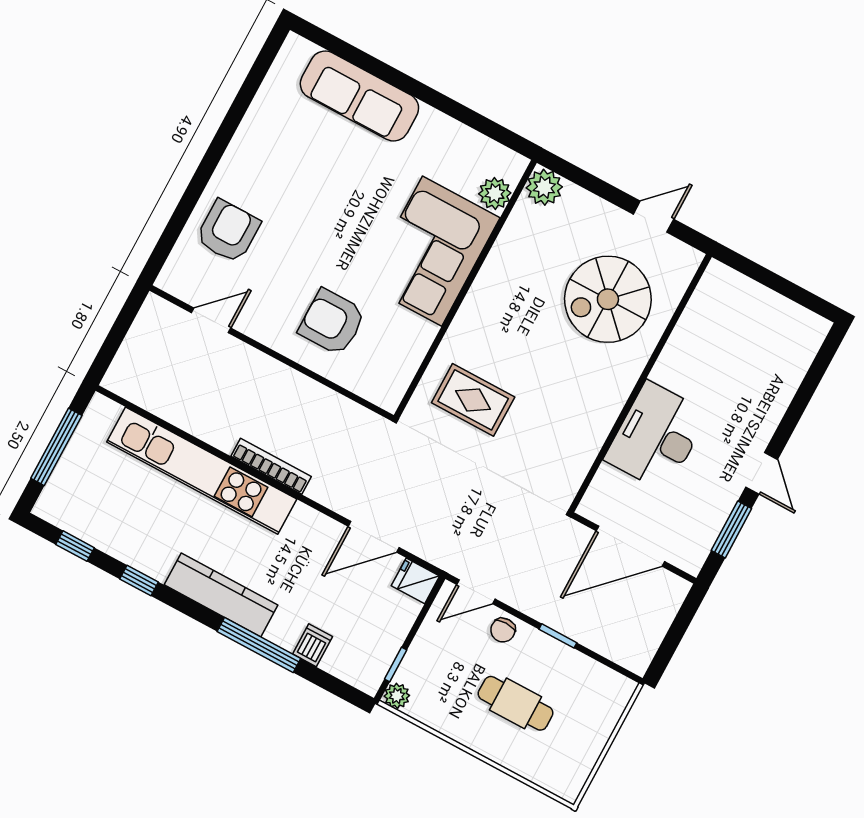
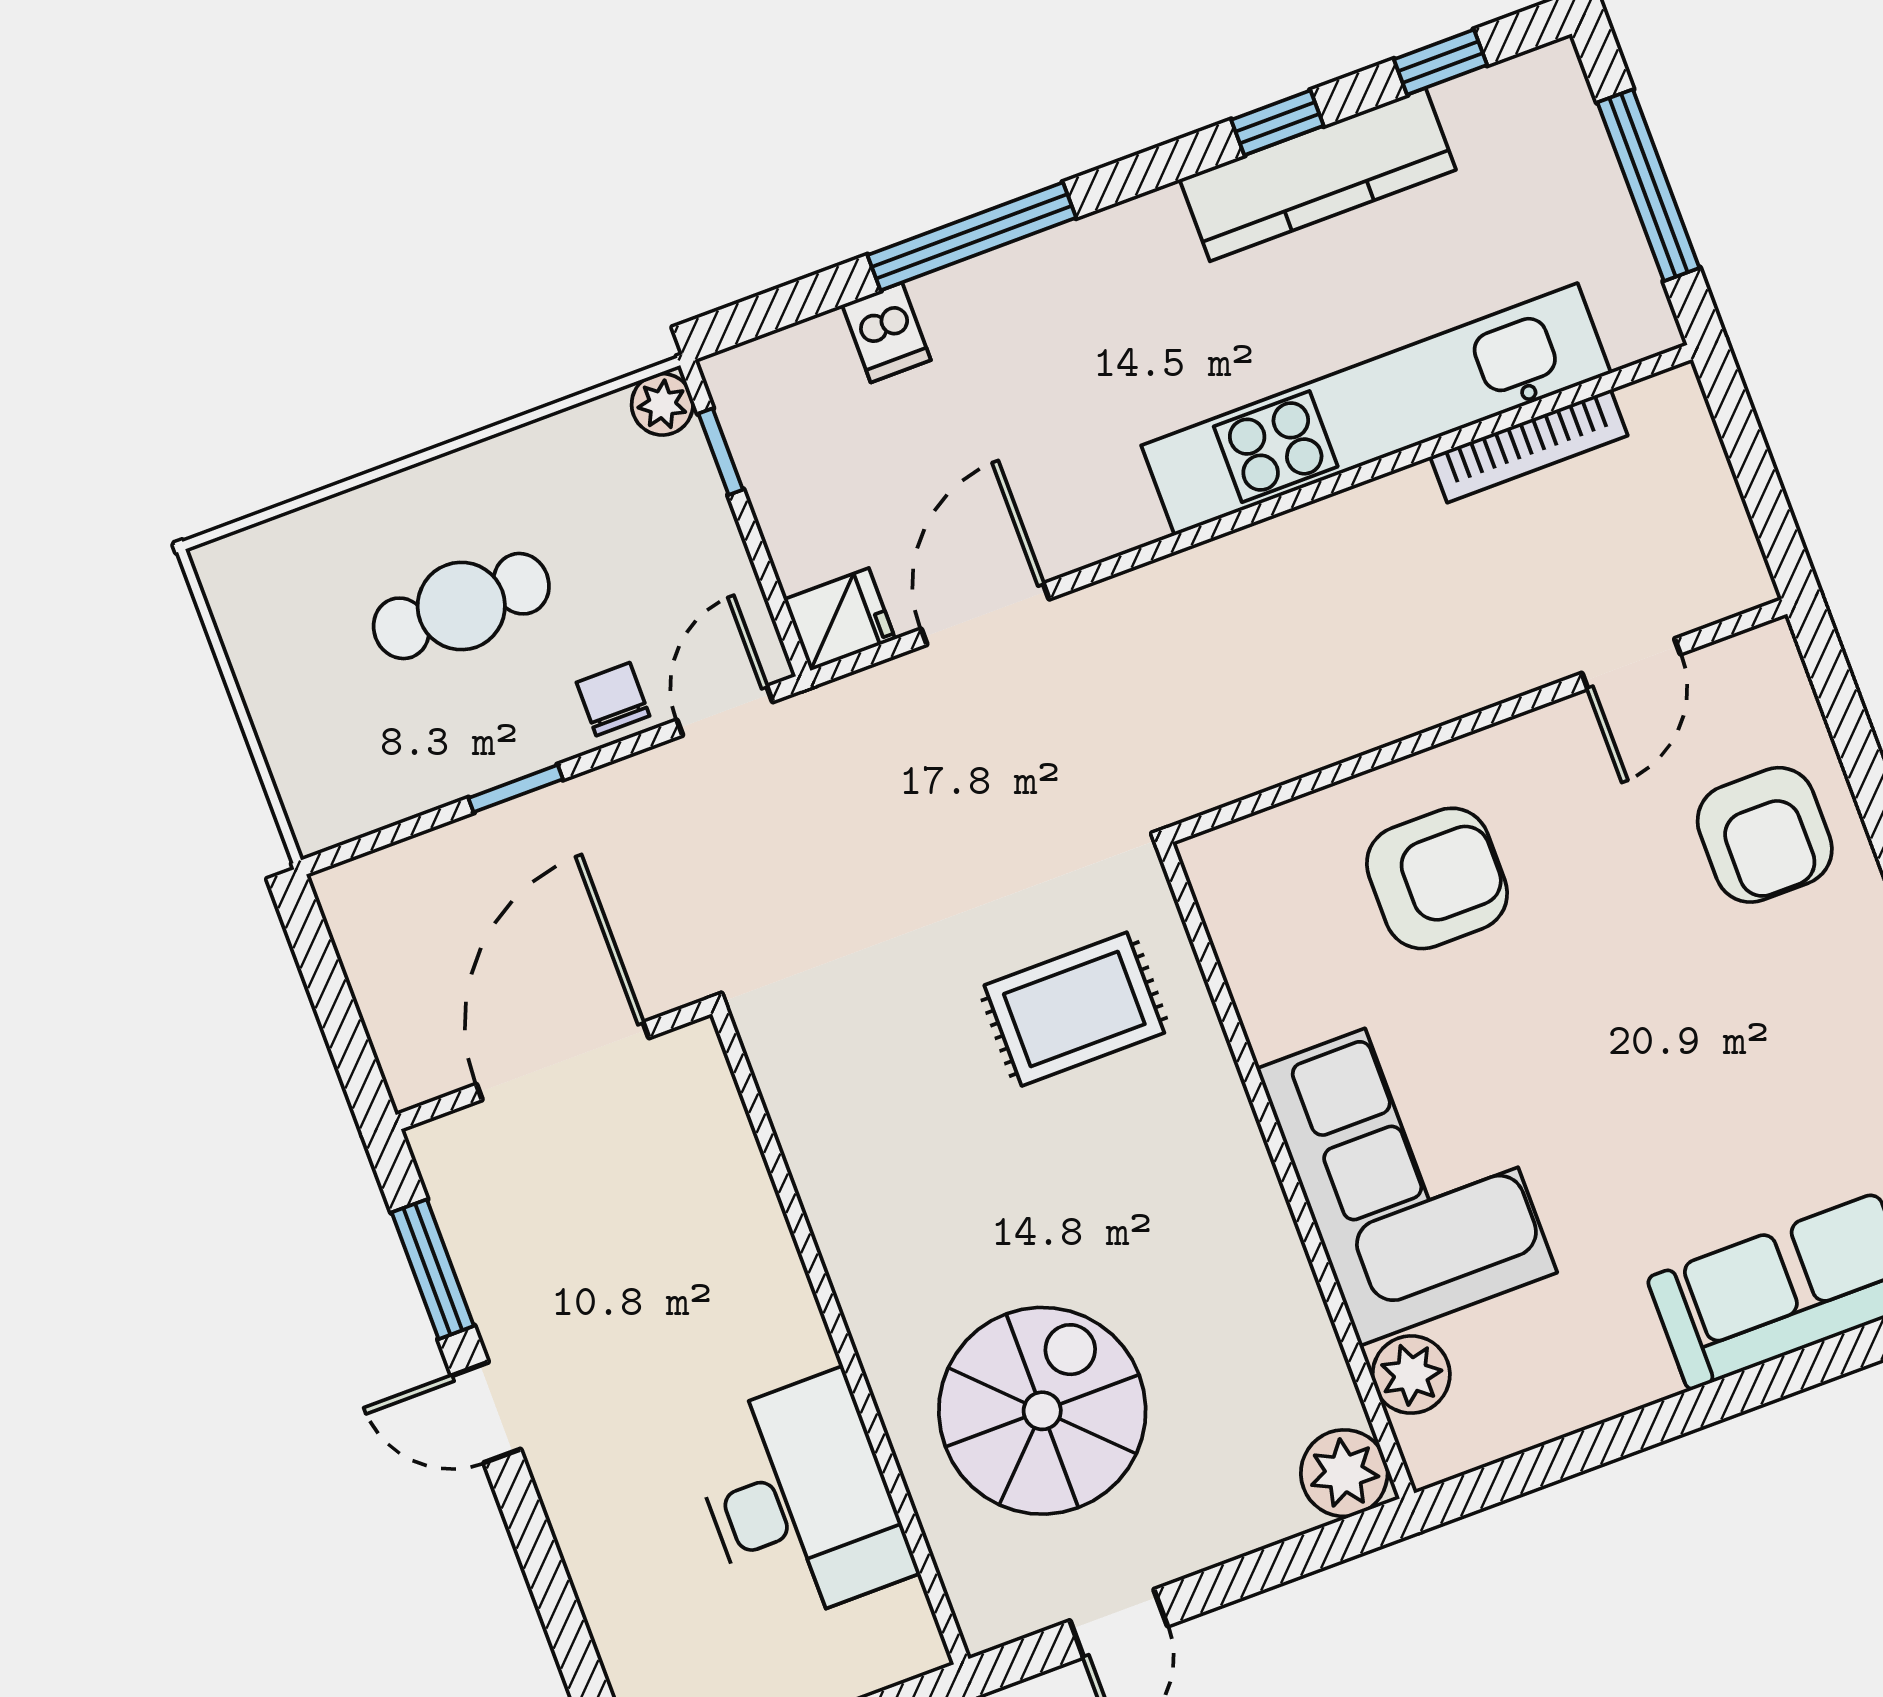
desk: (656, 436) -> (800, 1500), moved
bookcase: (271, 466) -> (1529, 446), moved
kitchen counter: (221, 595) -> (1318, 175), moved

